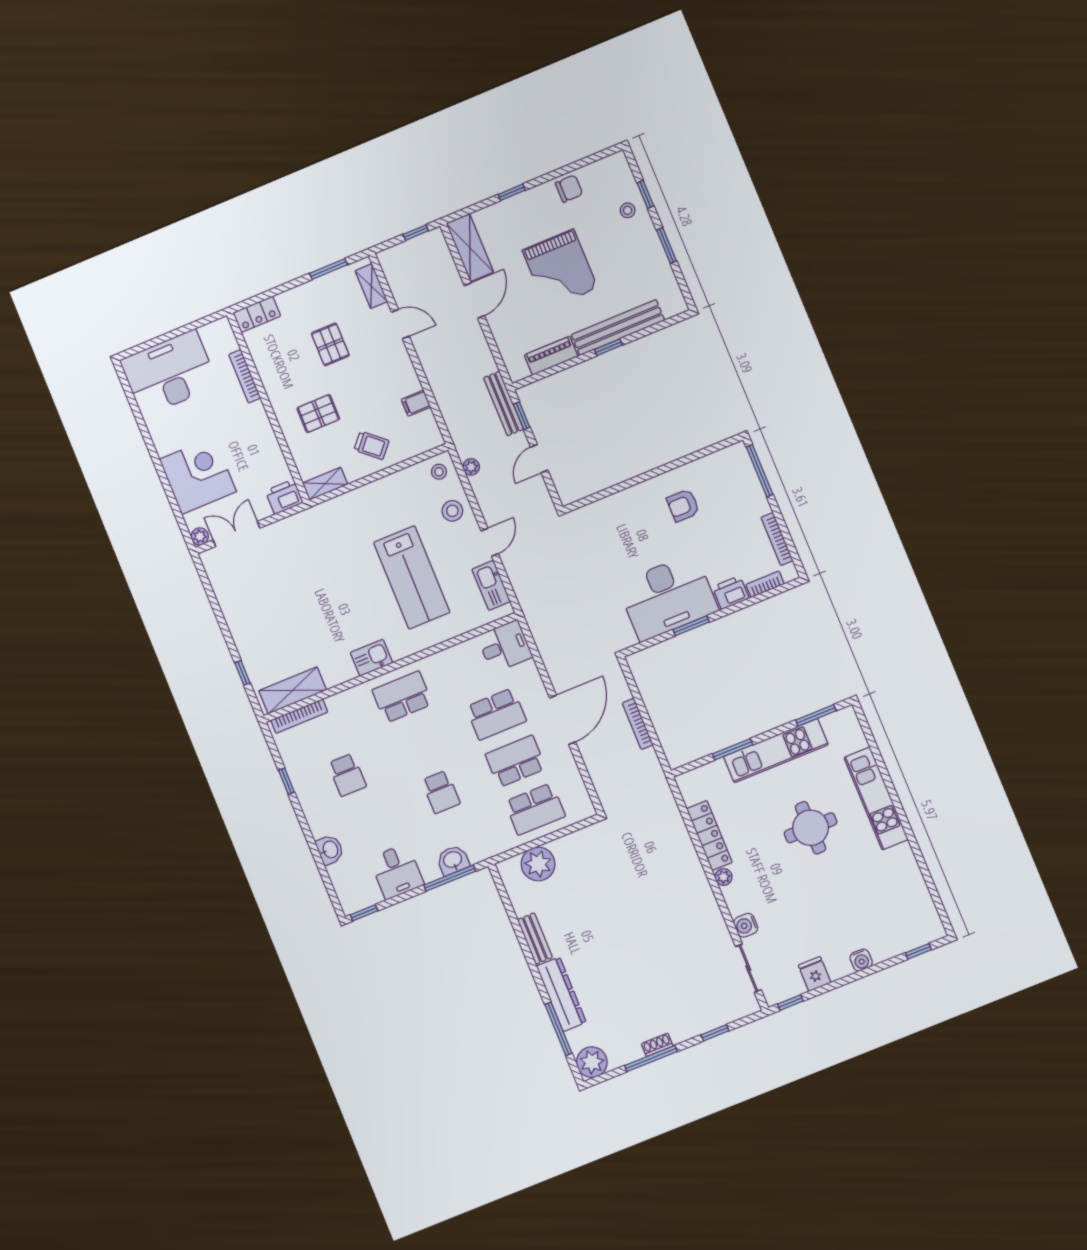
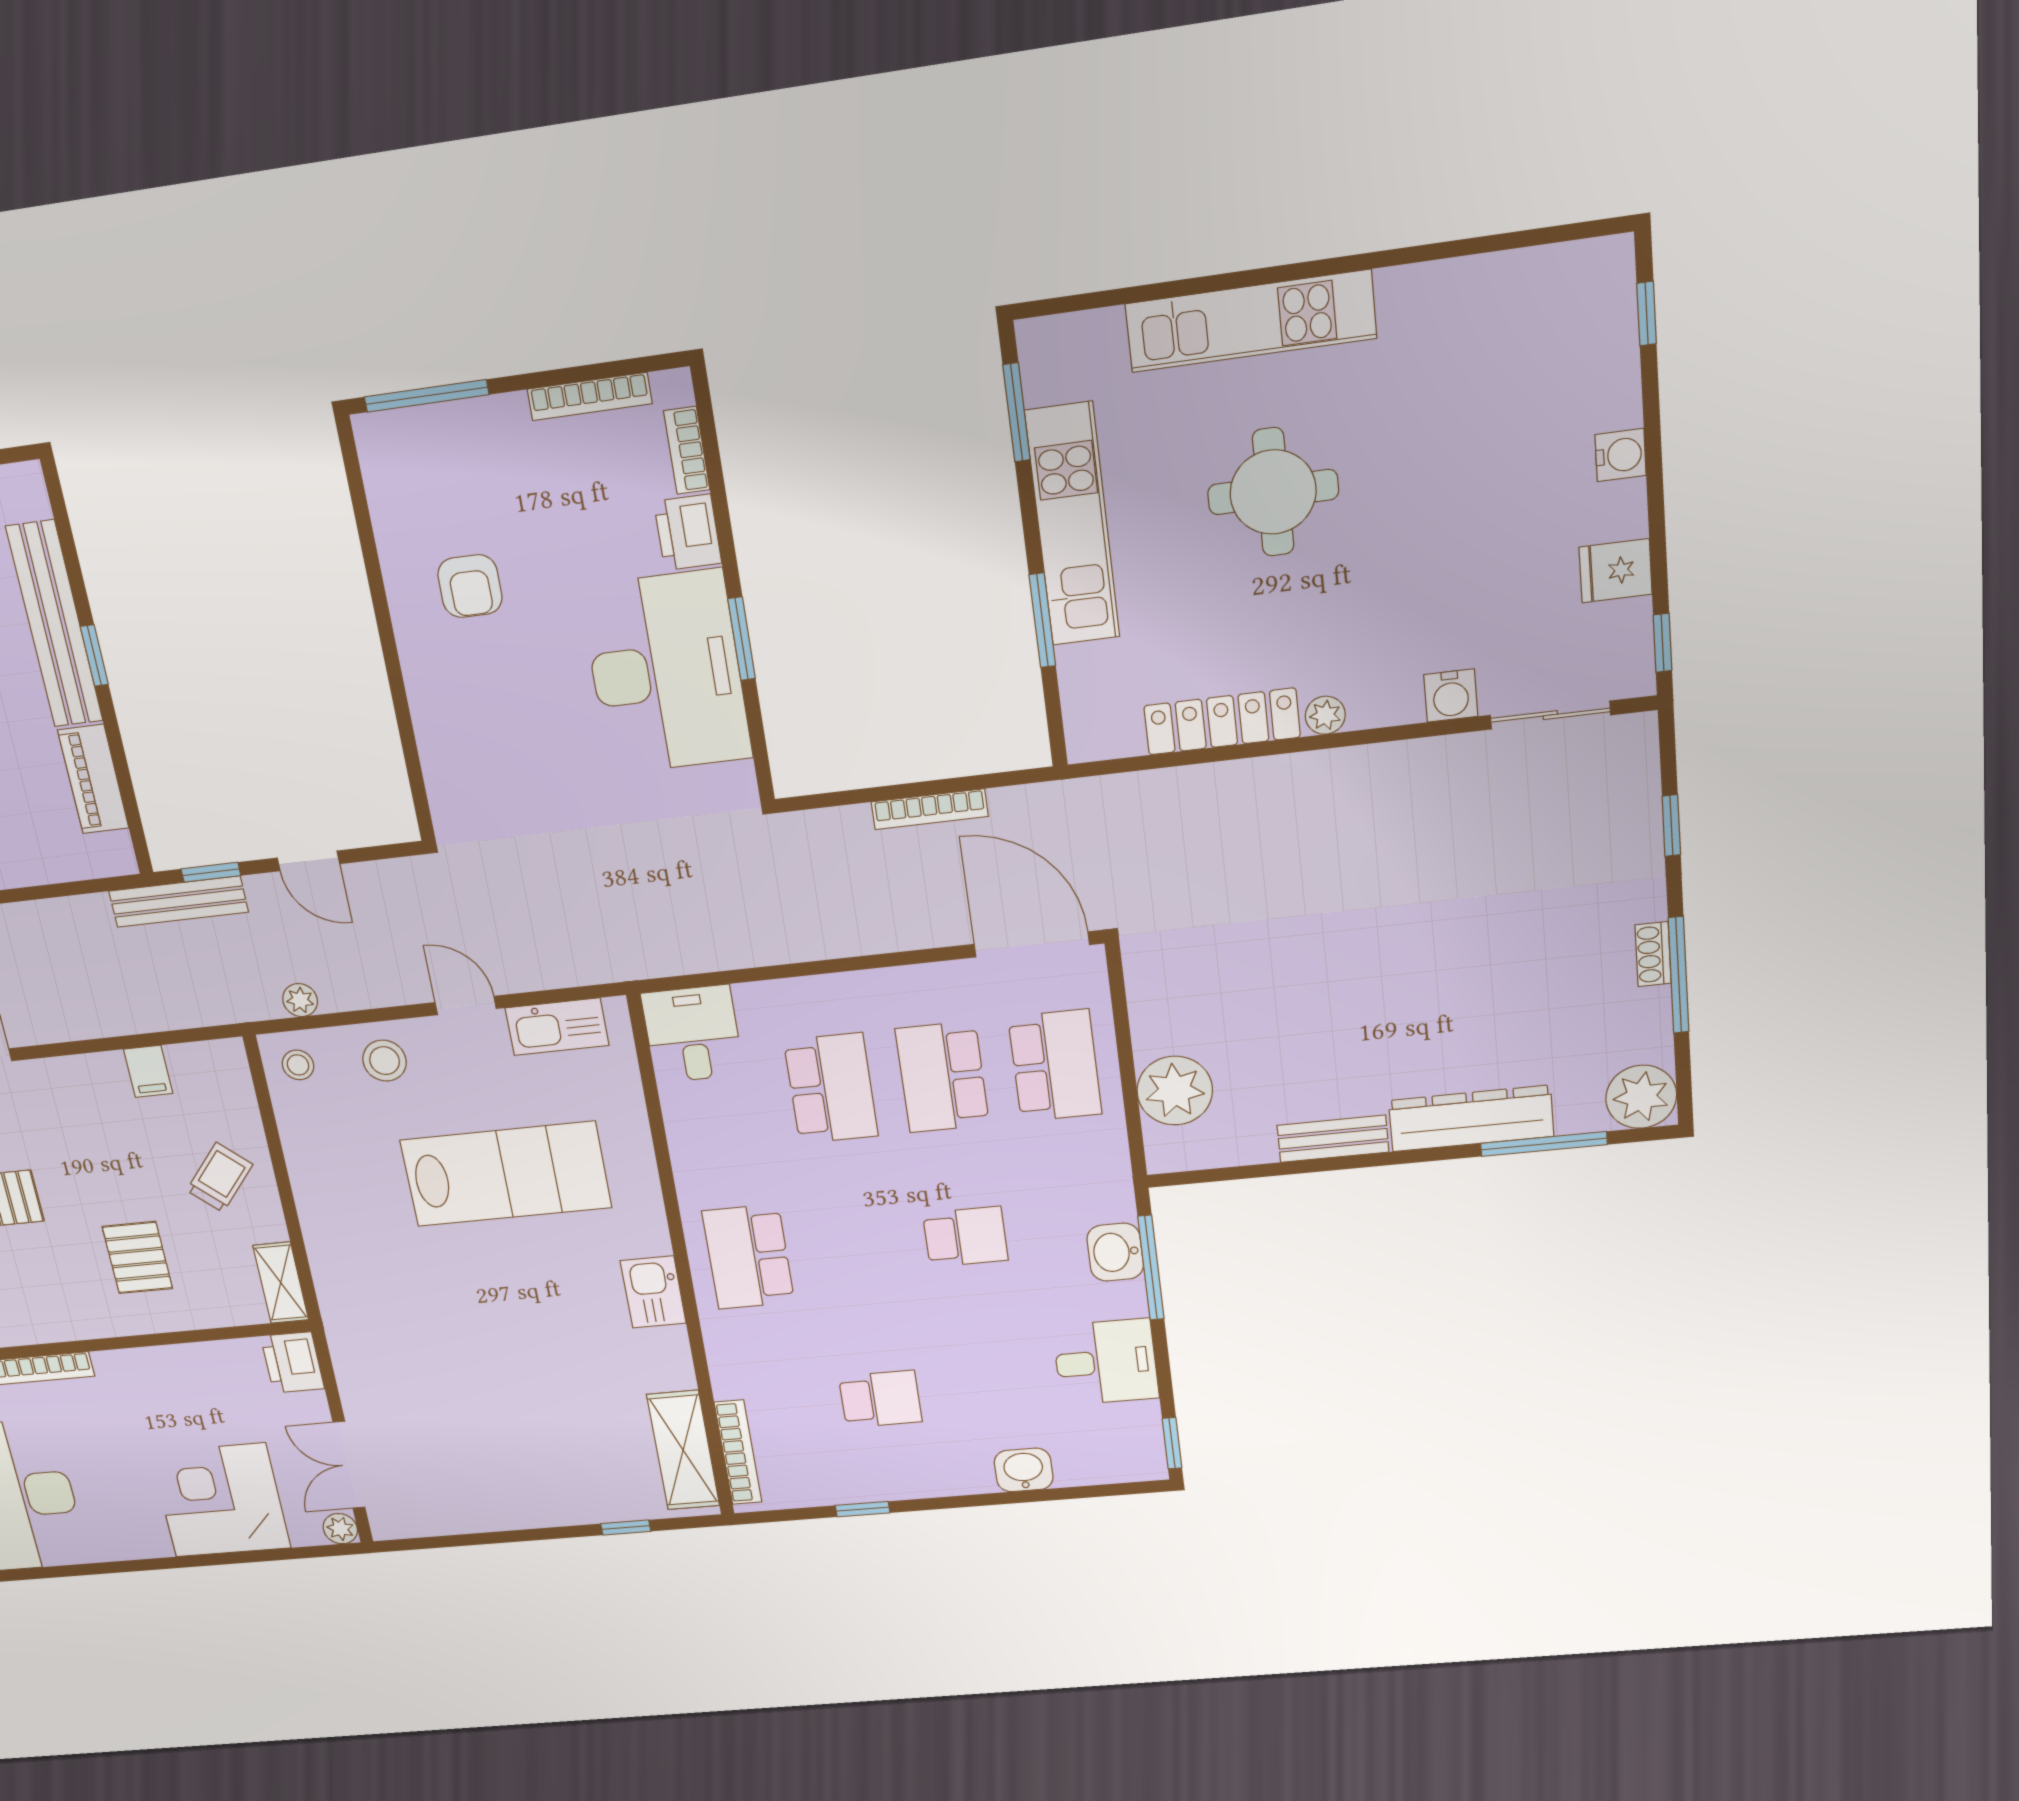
door: (562, 720) -> (1032, 944), moved

